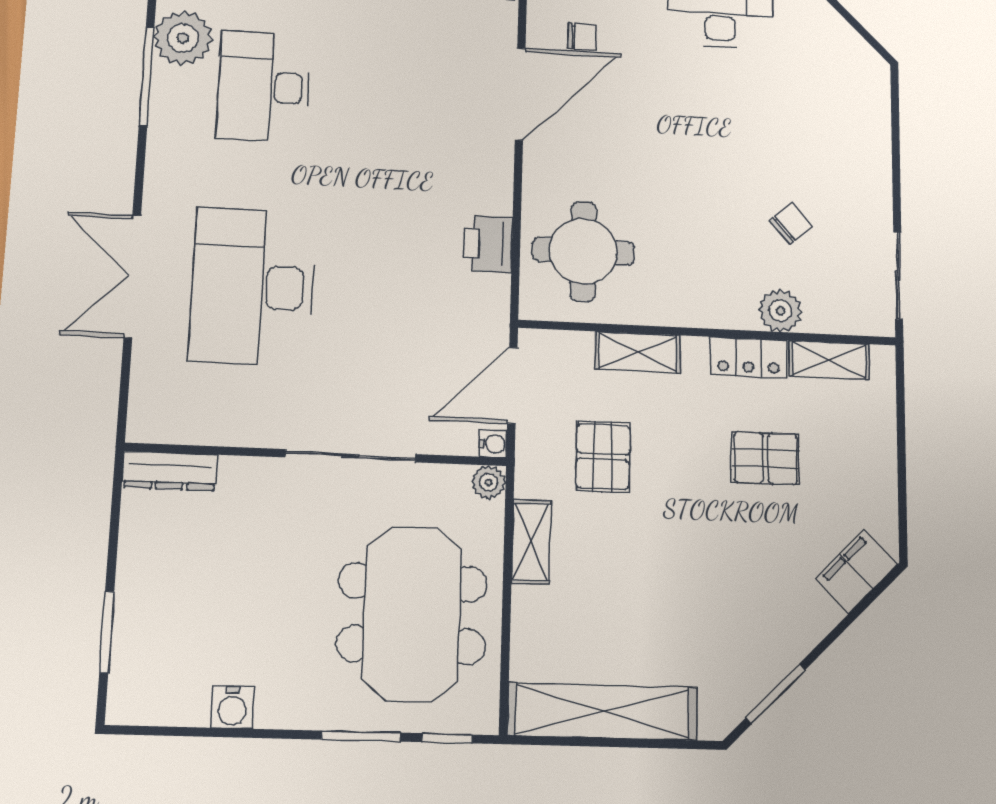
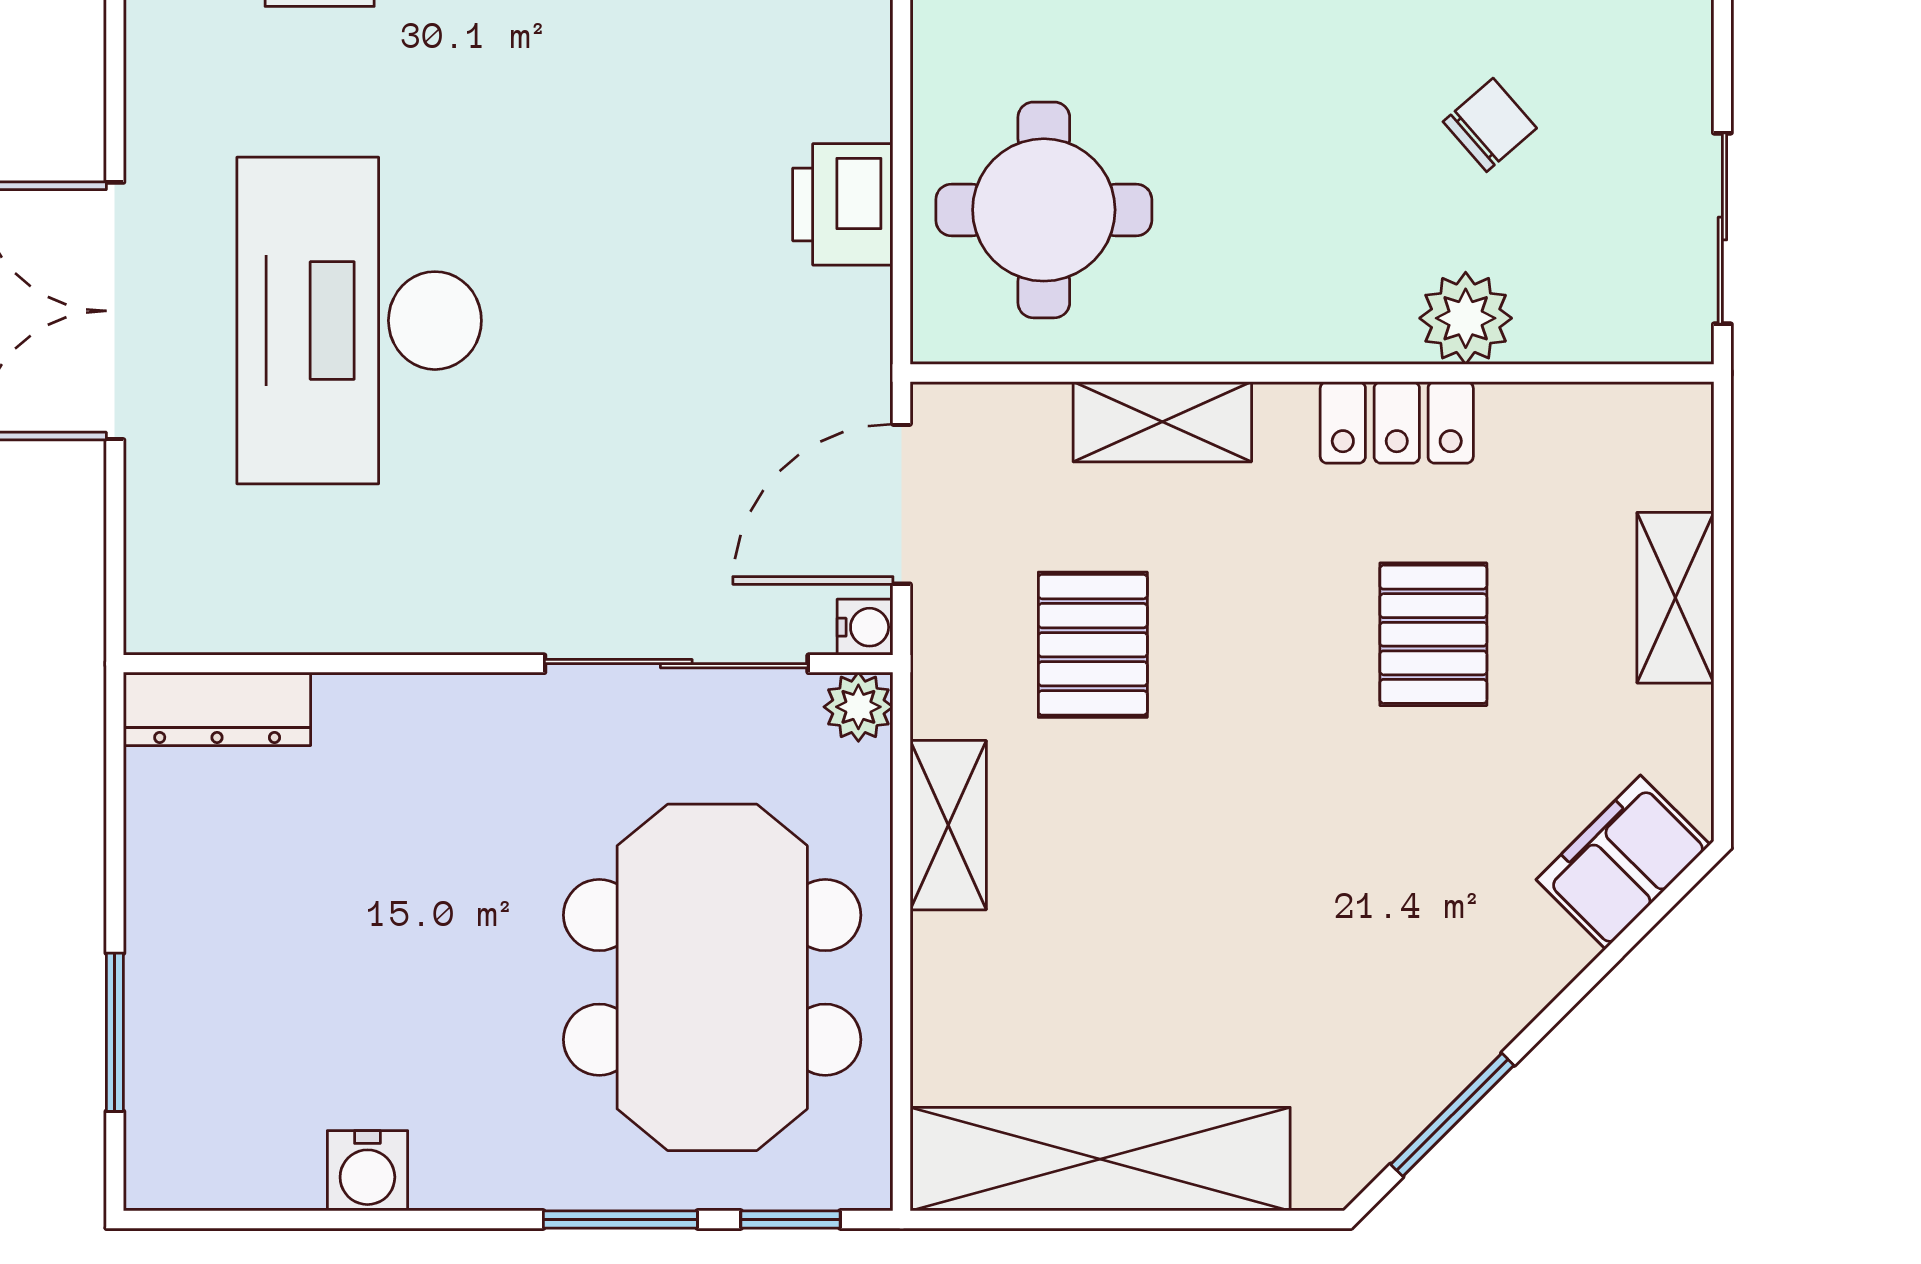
shelving: (829, 360) -> (1675, 598), moved, turned 90
sliding door: (351, 456) -> (676, 664), moved
pallet: (766, 458) -> (1433, 634), turned 90

